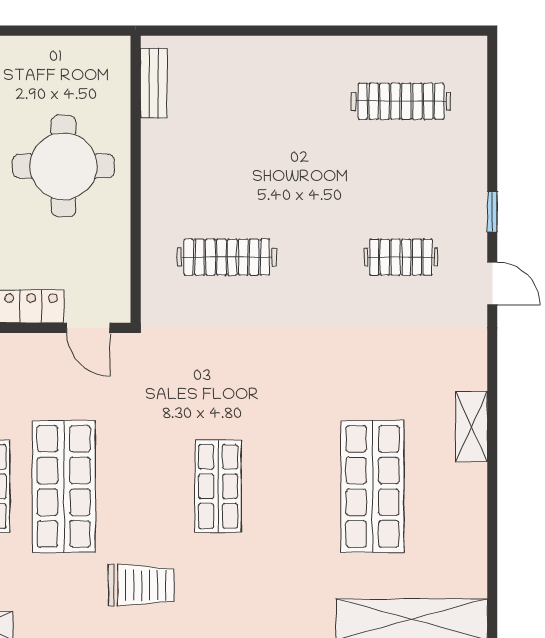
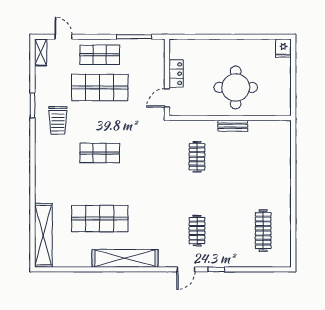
bench: (154, 83) -> (233, 126), moved
clothes rail: (227, 257) -> (197, 157), width x0.73
shelving: (471, 427) -> (125, 258), width x2.20, depth x1.33

